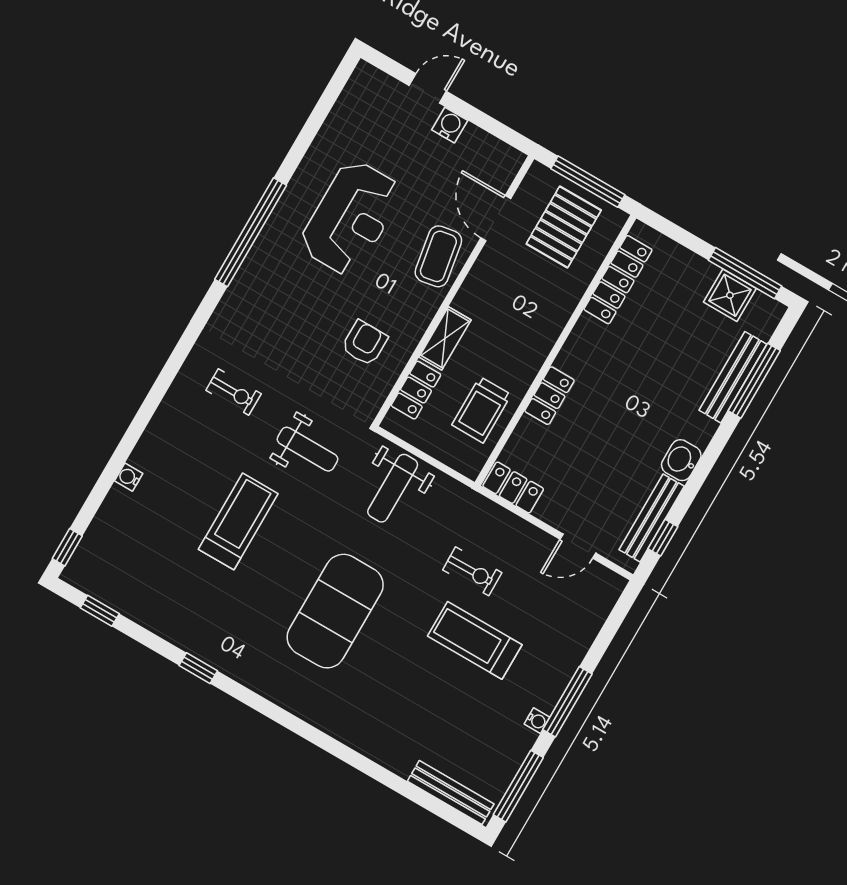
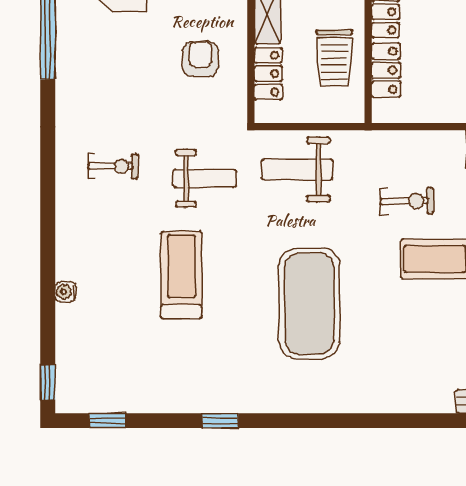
weight bench: (393, 488) -> (297, 169), turned 90
locker: (513, 488) -> (386, 70), moved, turned 90

